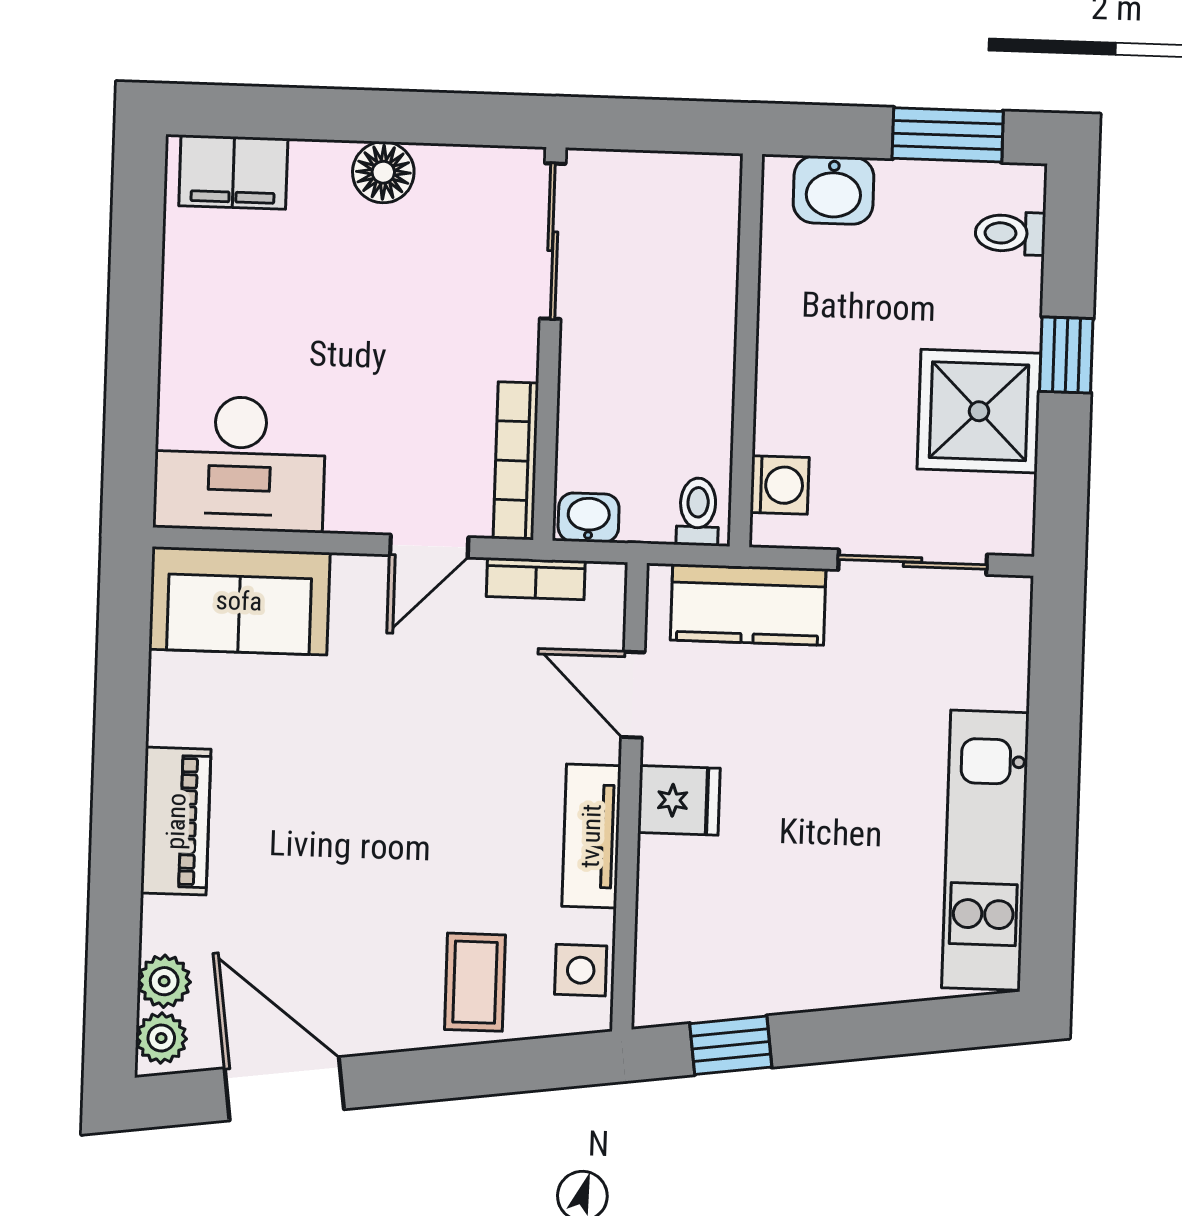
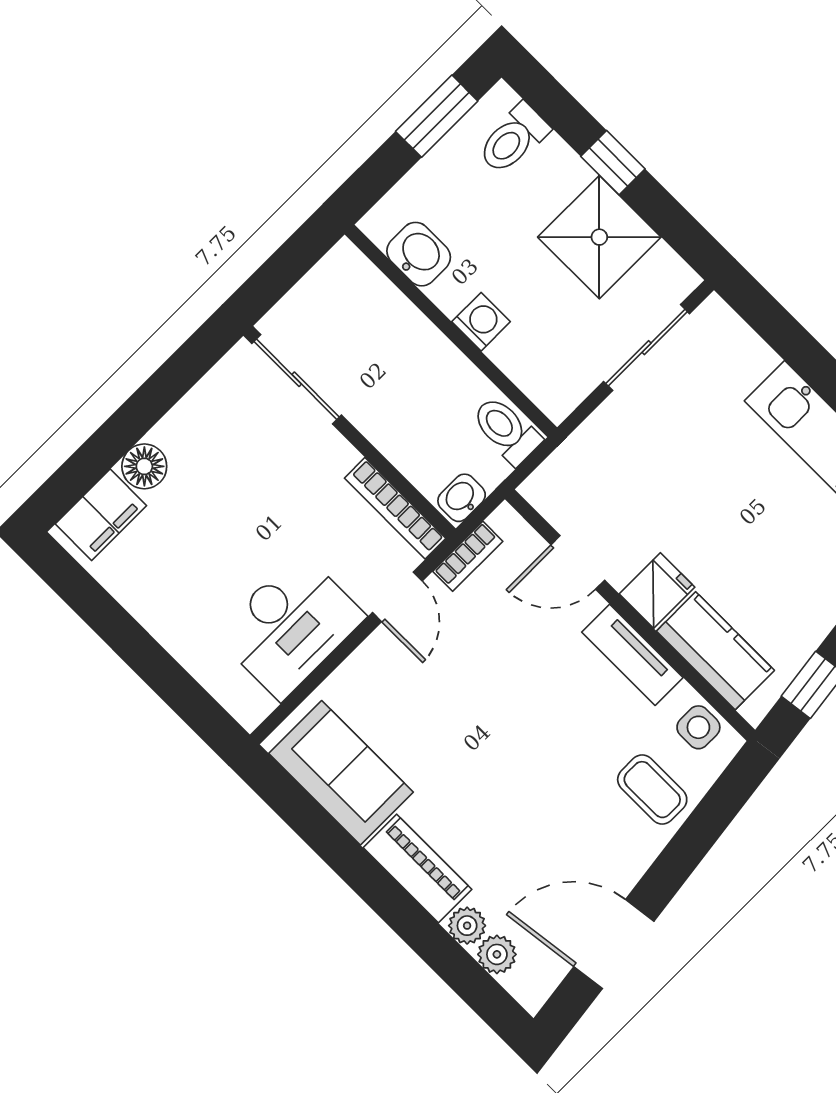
floor lamp: (383, 172) -> (144, 466), moved
washbasin: (834, 190) -> (419, 254), moved, turned -90
toilet: (1010, 233) -> (513, 139), width x1.37, depth x1.39
desk: (240, 464) -> (290, 626), moved
washing machine: (780, 485) -> (481, 322), moved
toilet: (698, 512) -> (506, 430), width x1.37, depth x1.39
sofa: (239, 601) -> (341, 773), moved, turned -90
kitchen counter: (748, 605) -> (715, 651), moved, turned -90
plant: (161, 1038) -> (467, 926), moved

